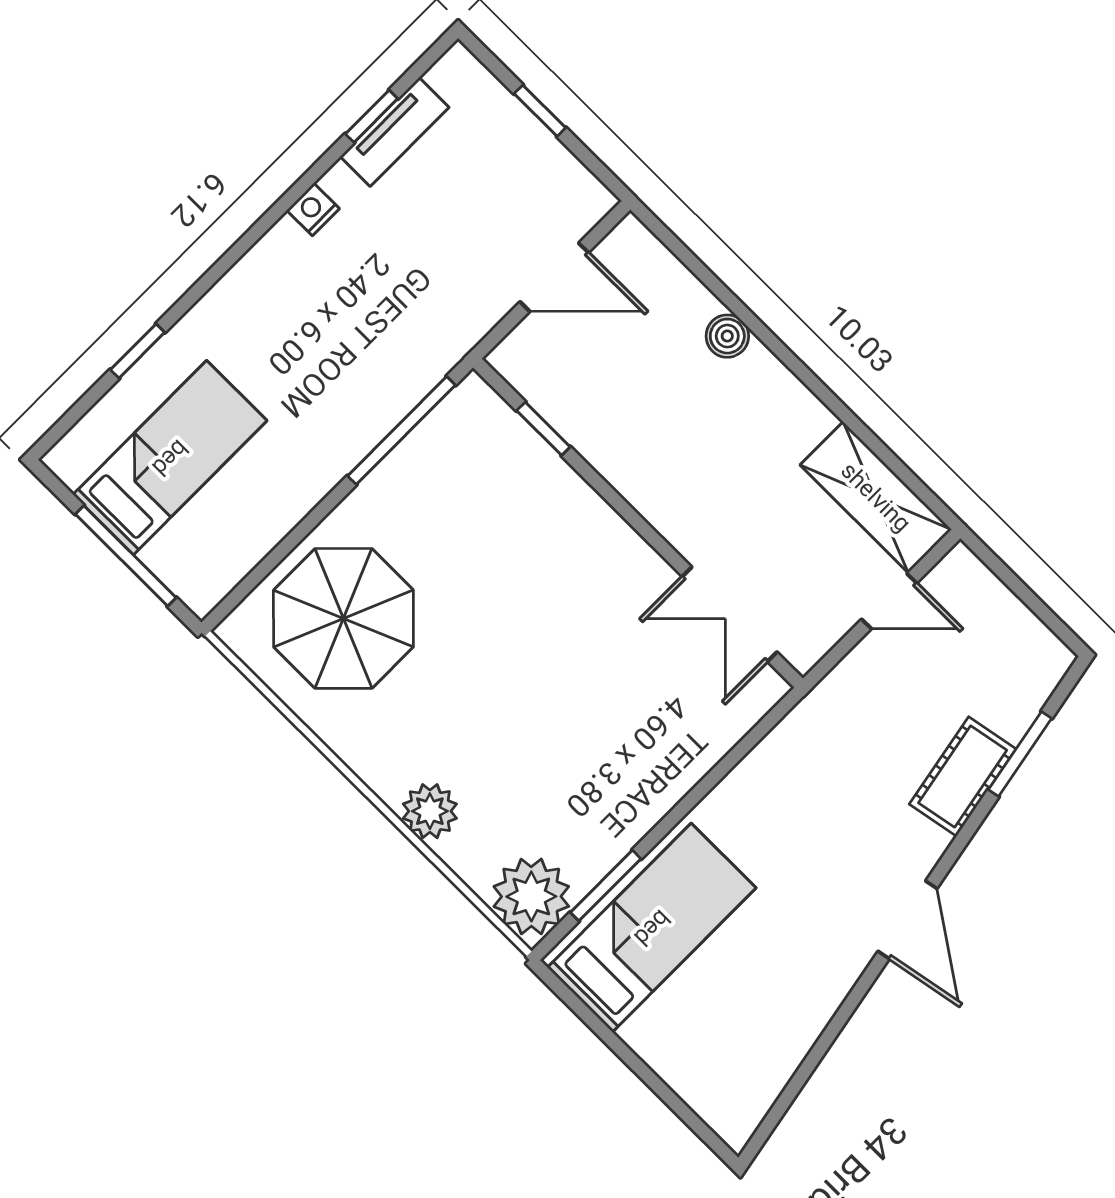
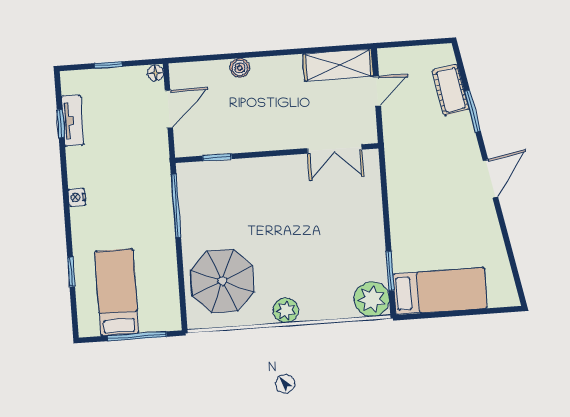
floor lamp: (596, 202) -> (156, 73), added
nightstand: (313, 209) -> (77, 197), moved
window: (1020, 754) -> (473, 111), moved
cot: (963, 776) -> (451, 90), moved
plant: (430, 811) -> (286, 310), moved
door: (907, 920) -> (490, 179), hinge flipped
bed: (652, 928) -> (440, 291), moved, turned 90

